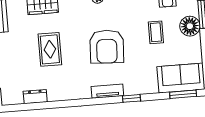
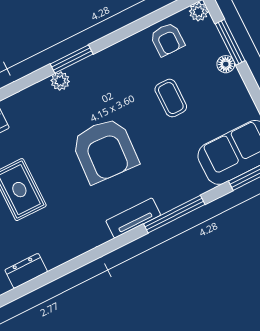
floor lamp: (190, 26) -> (226, 64), width x0.53, depth x0.53
window: (131, 98) -> (174, 214), width x2.17

